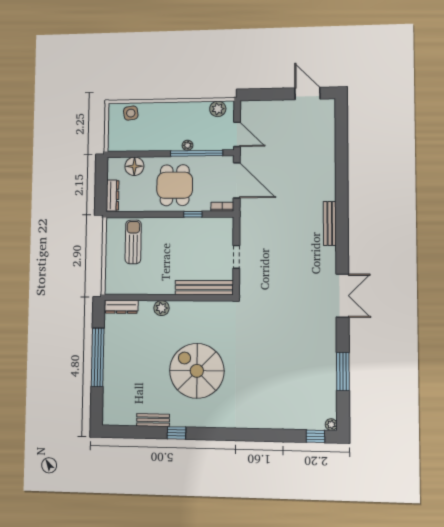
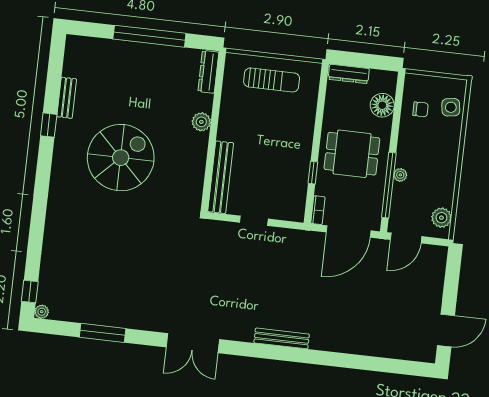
chair: (135, 136) -> (421, 109), added
sun lounger: (133, 242) -> (272, 80), moved

